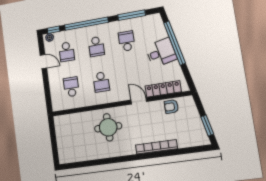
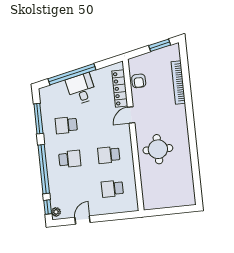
school desk: (67, 52) -> (73, 193), removed
school desk: (101, 82) -> (109, 155), turned 180
bookcase: (156, 147) -> (178, 83), moved

